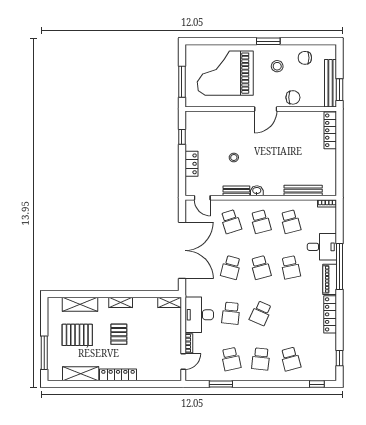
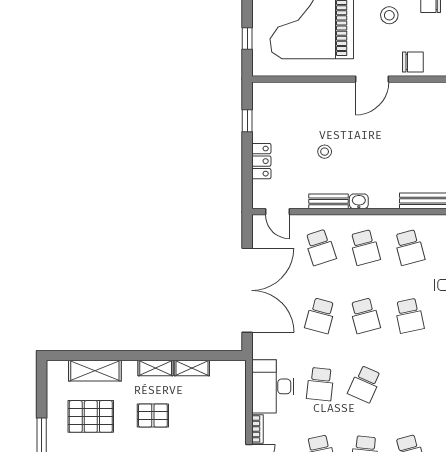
window: (182, 82) -> (247, 39), width x0.46
shelving: (170, 302) -> (192, 368), moved
pallet: (119, 334) -> (153, 415), turned 90

